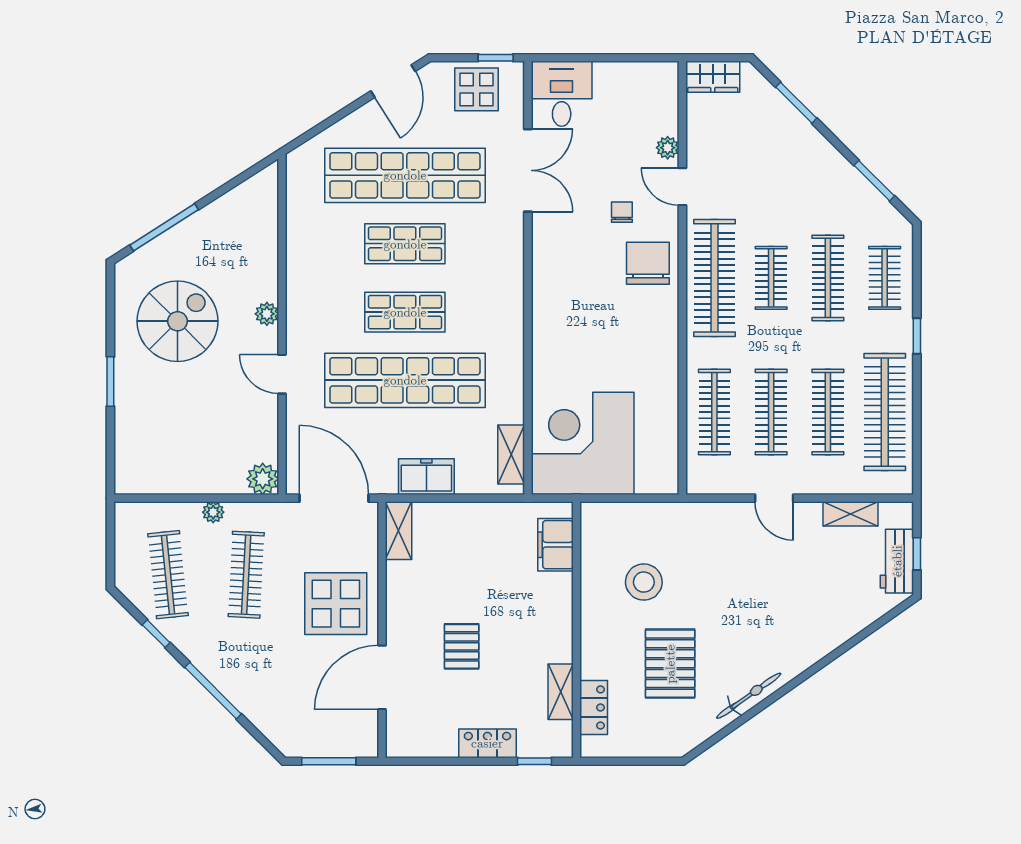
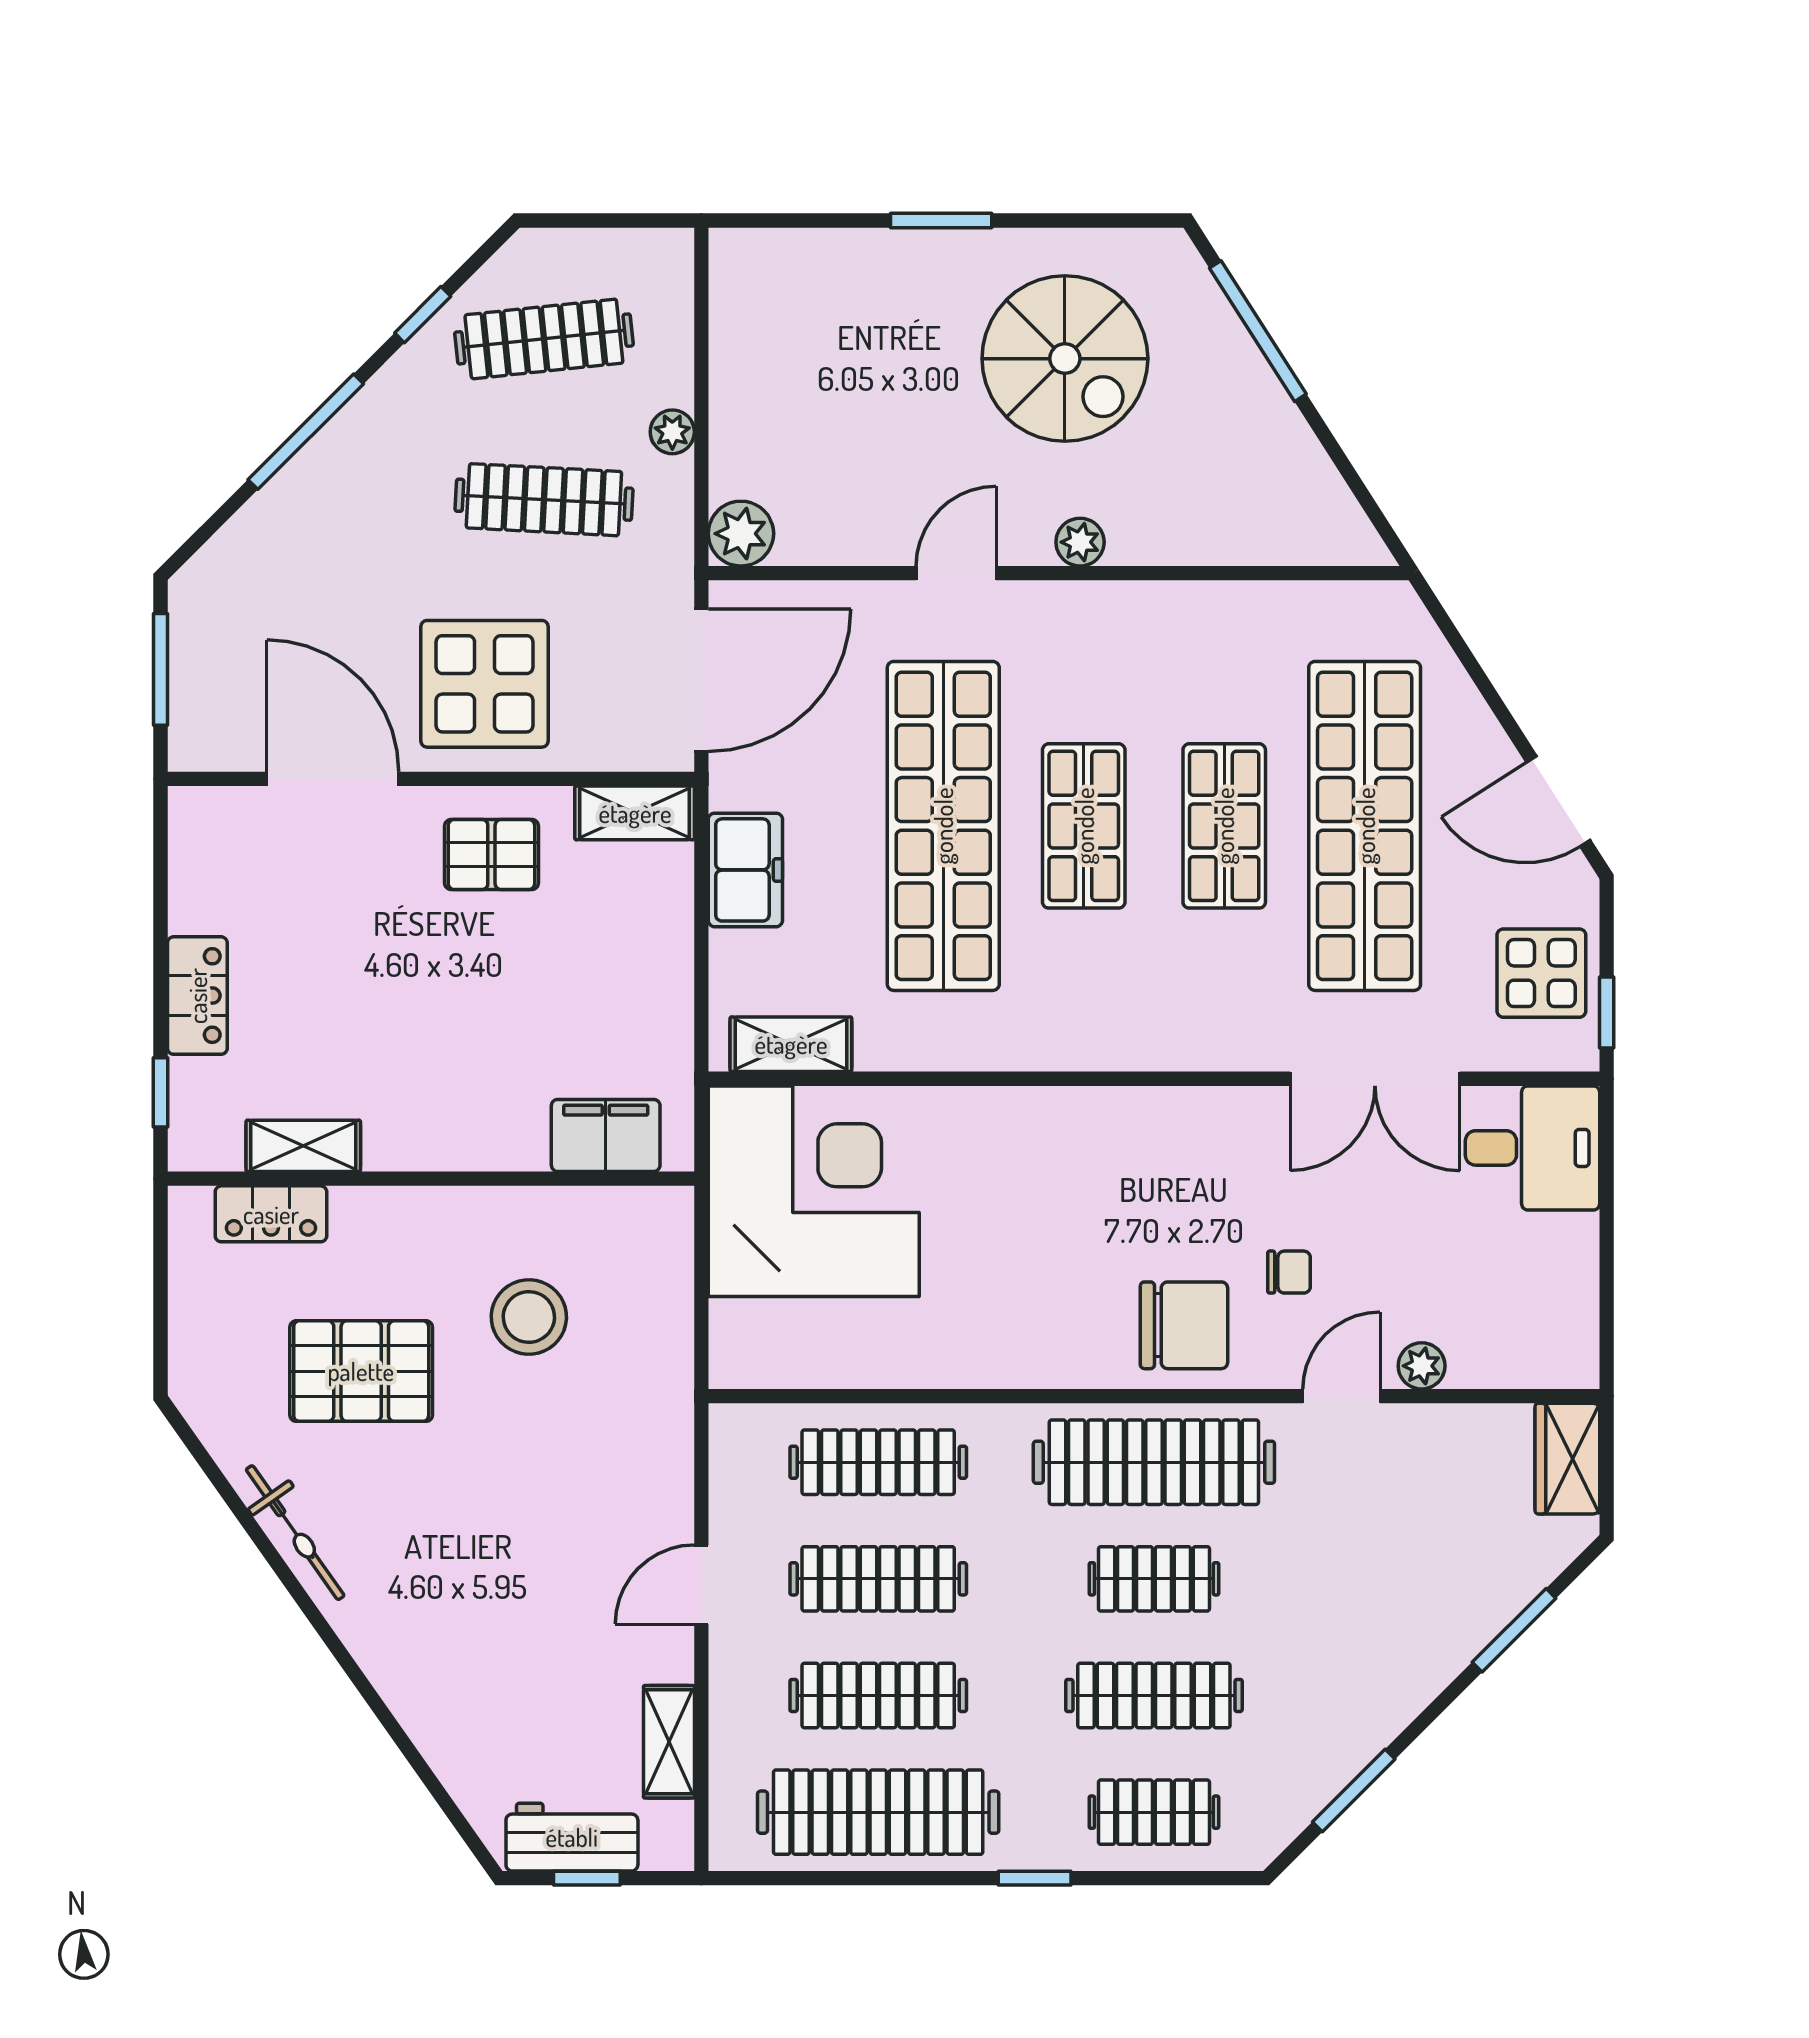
pallet: (462, 646) -> (491, 855), moved

